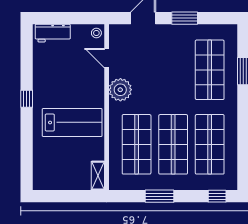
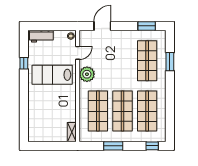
window: (185, 18) -> (147, 26), moved
door: (107, 58) -> (78, 53), swing flipped
window: (27, 99) -> (24, 63), moved
lab bench: (72, 122) -> (52, 75), moved, turned 180

